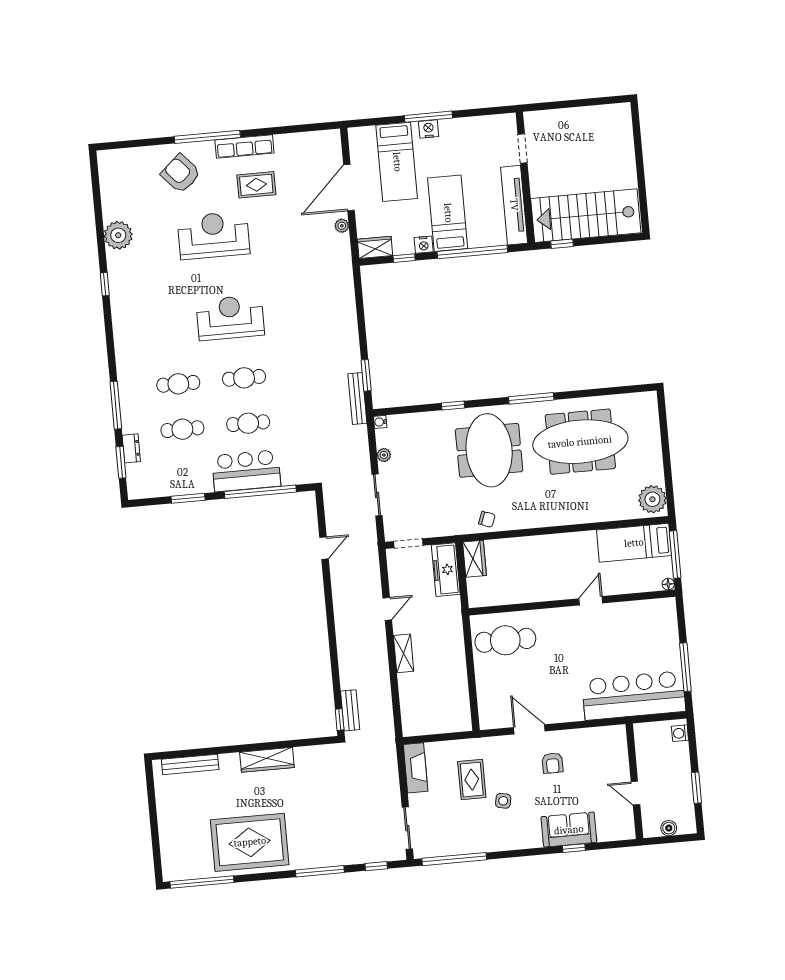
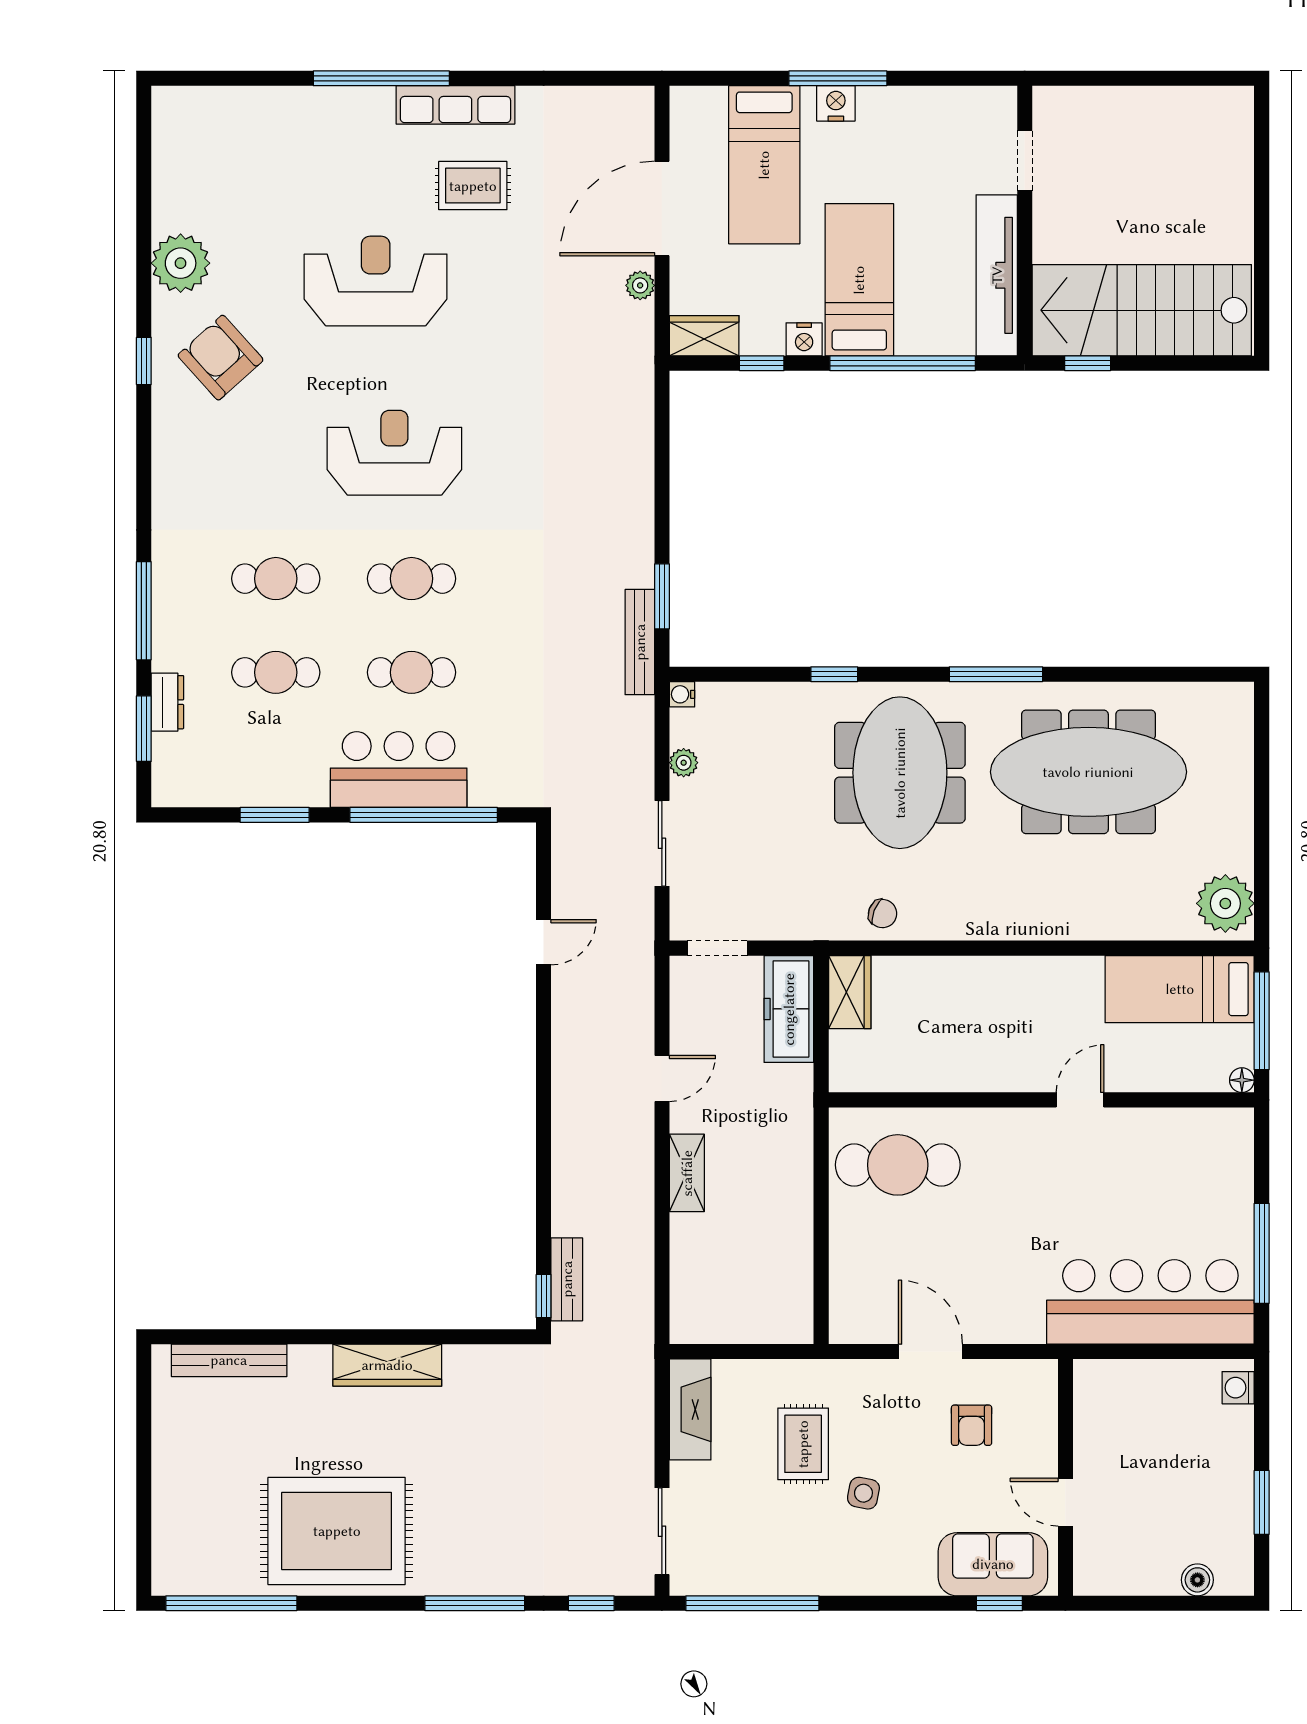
armchair: (181, 174) -> (221, 358), moved
wall: (634, 781) -> (1065, 1477), moved
door: (635, 793) -> (1065, 1502), moved

